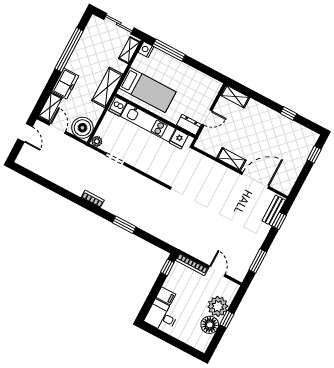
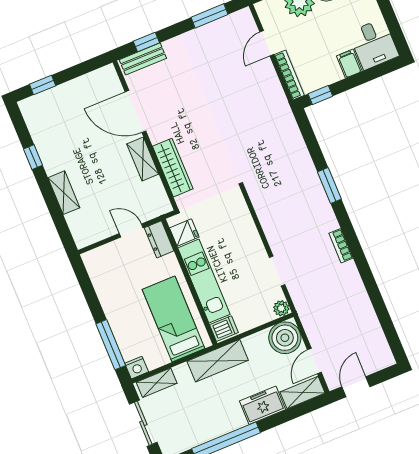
shelving: (235, 96) -> (64, 193), moved
wardrobe: (212, 167) -> (173, 168), added

